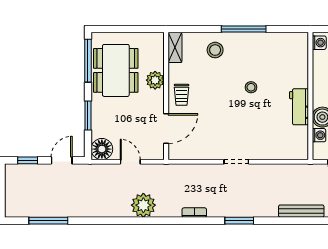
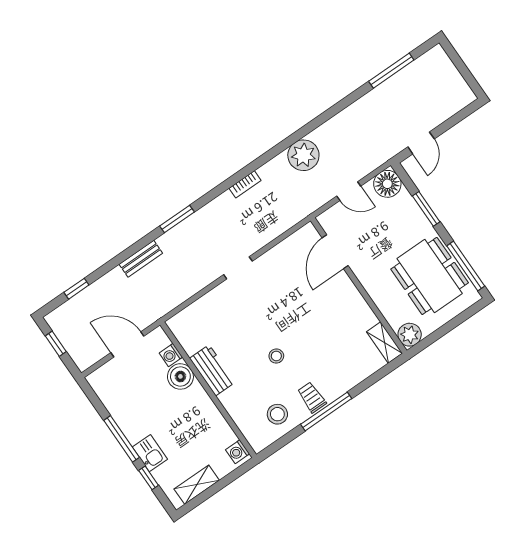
stool: (215, 50) -> (277, 414), moved
plant: (155, 80) -> (410, 335), moved
trolley: (182, 95) -> (312, 397), moved
window: (28, 160) -> (457, 118), removed
bench: (301, 211) -> (141, 259), width x0.73
window: (239, 221) -> (177, 219), moved

